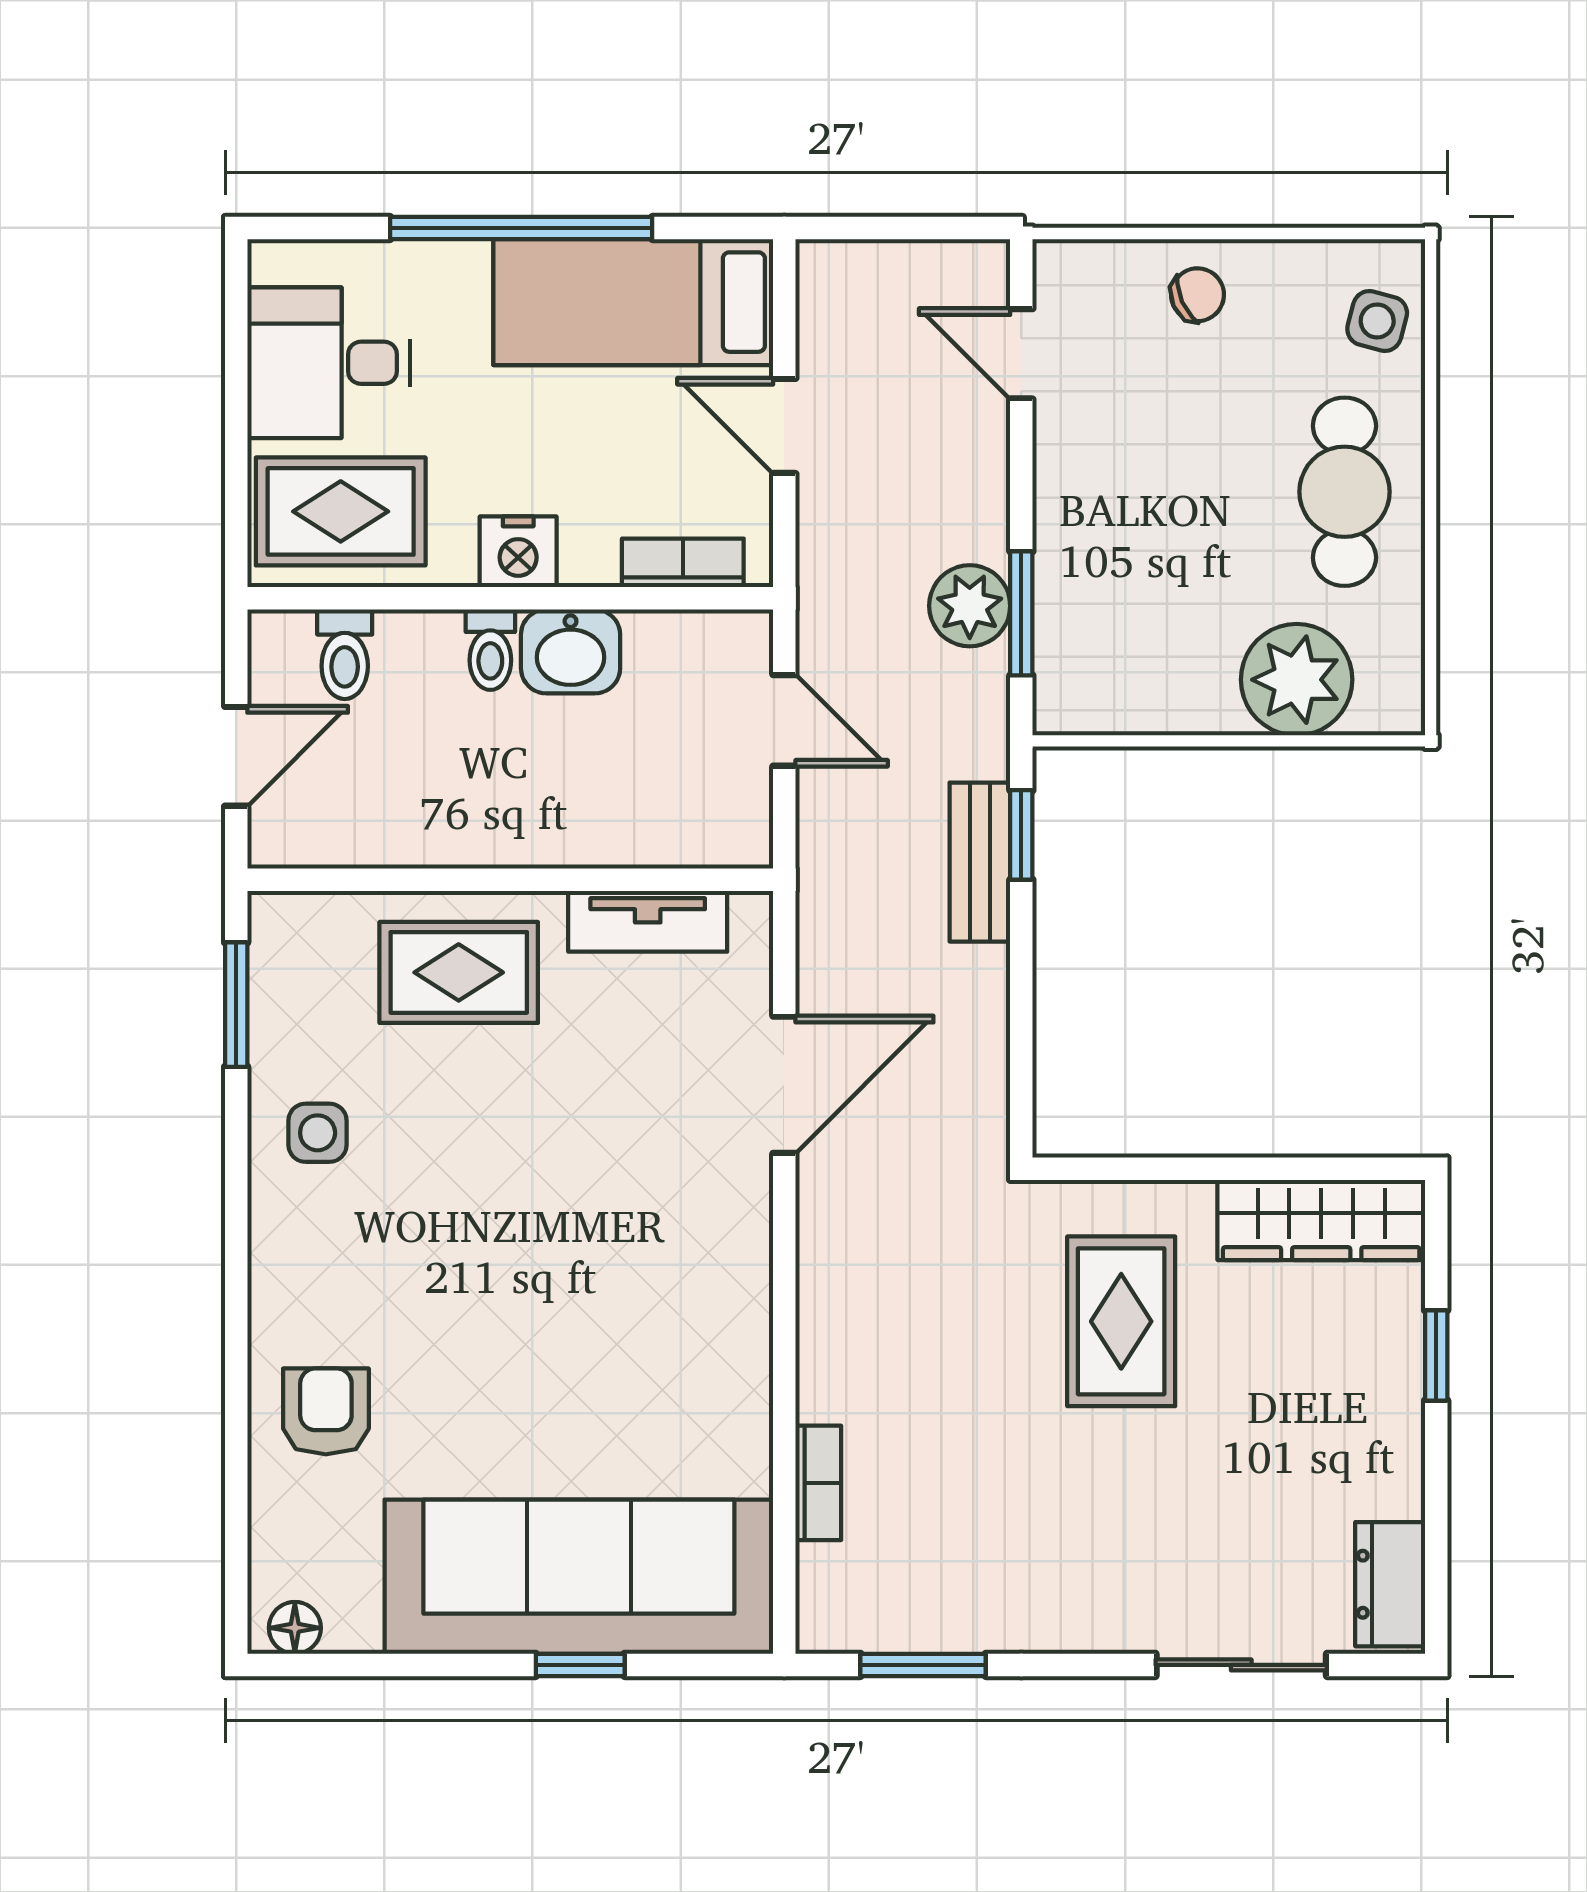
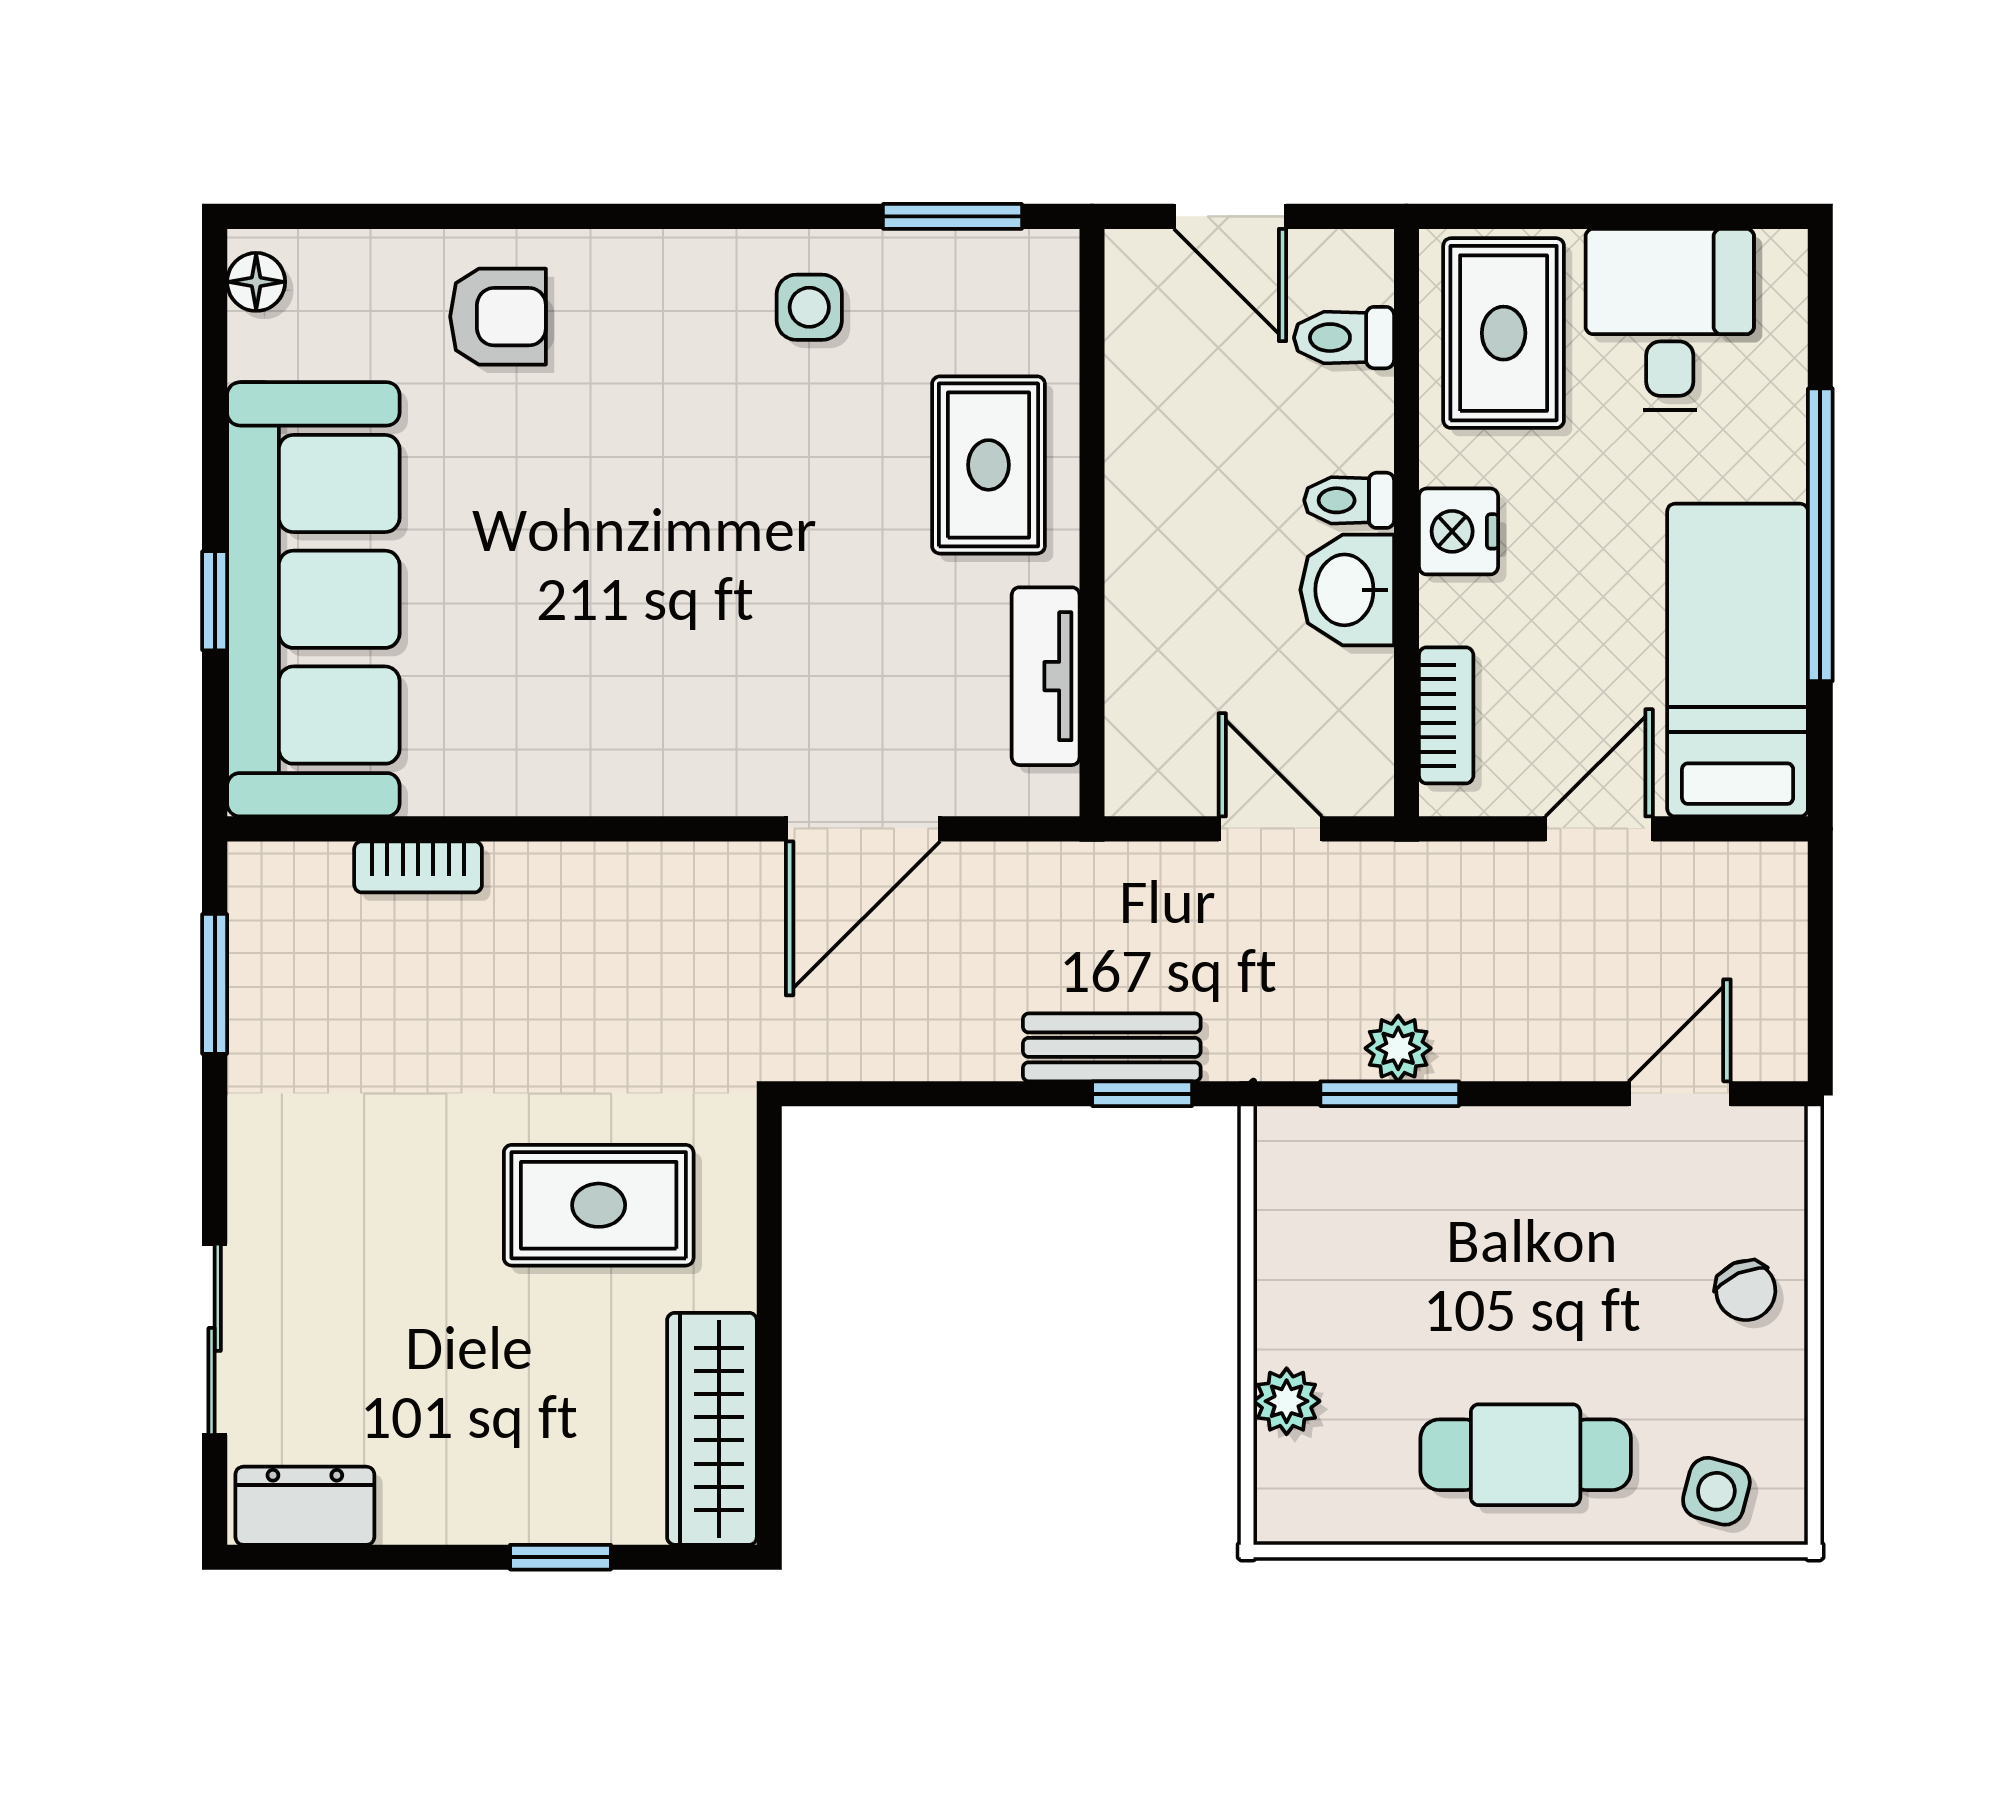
plant: (970, 606) -> (1398, 1048), width x0.73, depth x0.73
plant: (1297, 680) -> (1287, 1401), width x0.53, depth x0.53
door: (784, 720) -> (1270, 829), swing flipped
door: (784, 1085) -> (863, 829), hinge flipped

